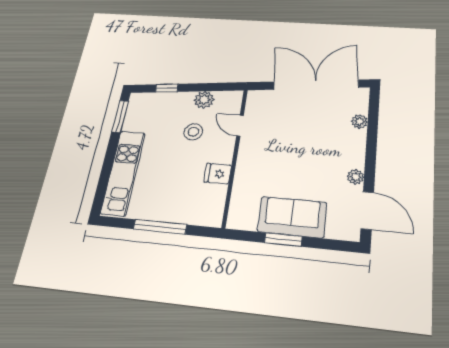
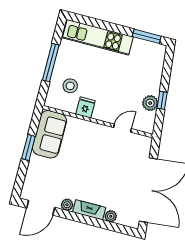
window: (167, 88) -> (162, 100), moved
stool: (193, 132) -> (70, 86), moved
fireplace: (357, 148) -> (89, 210), added
sofa: (292, 217) -> (50, 134), moved

